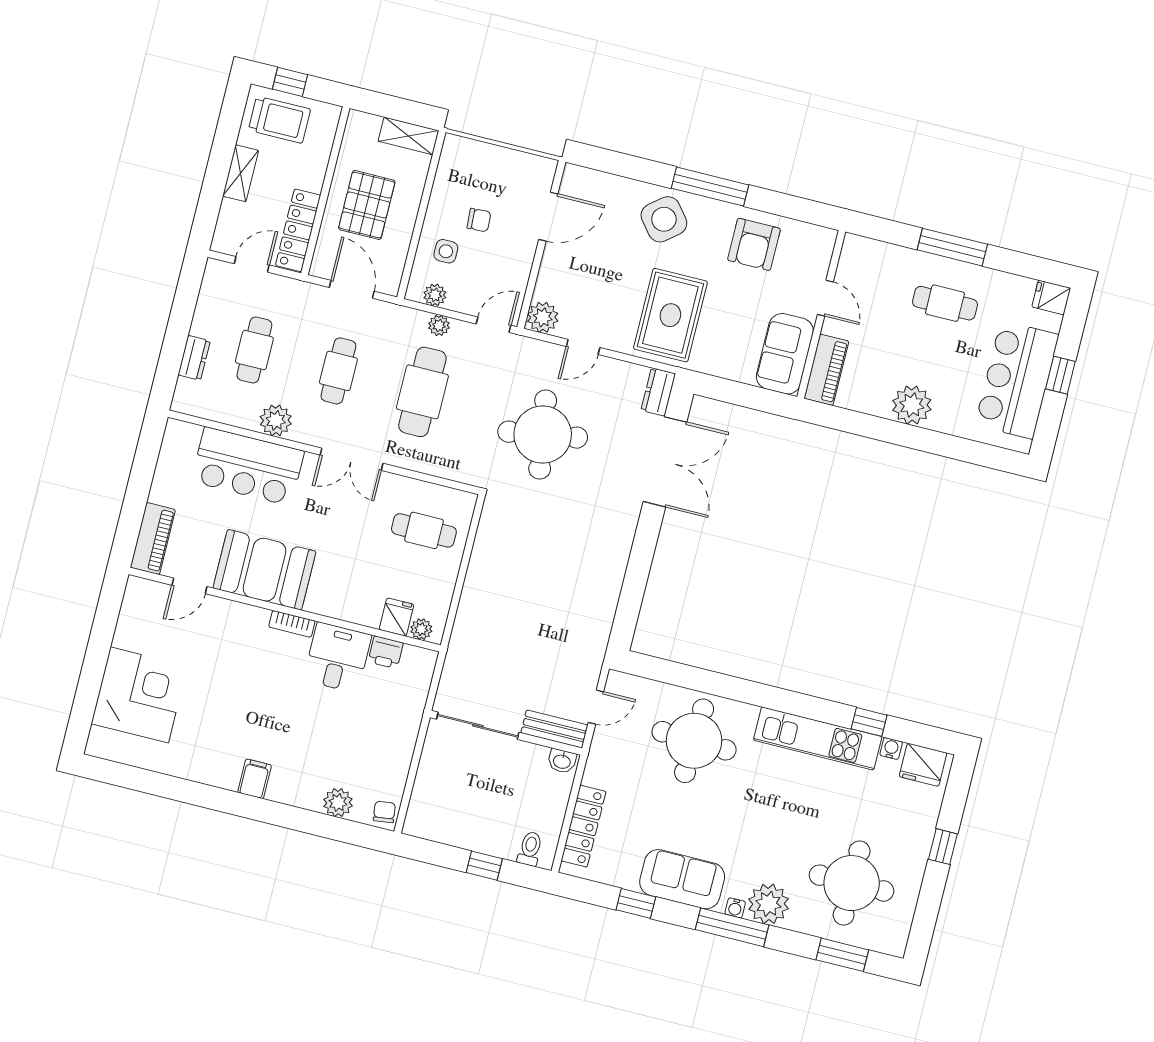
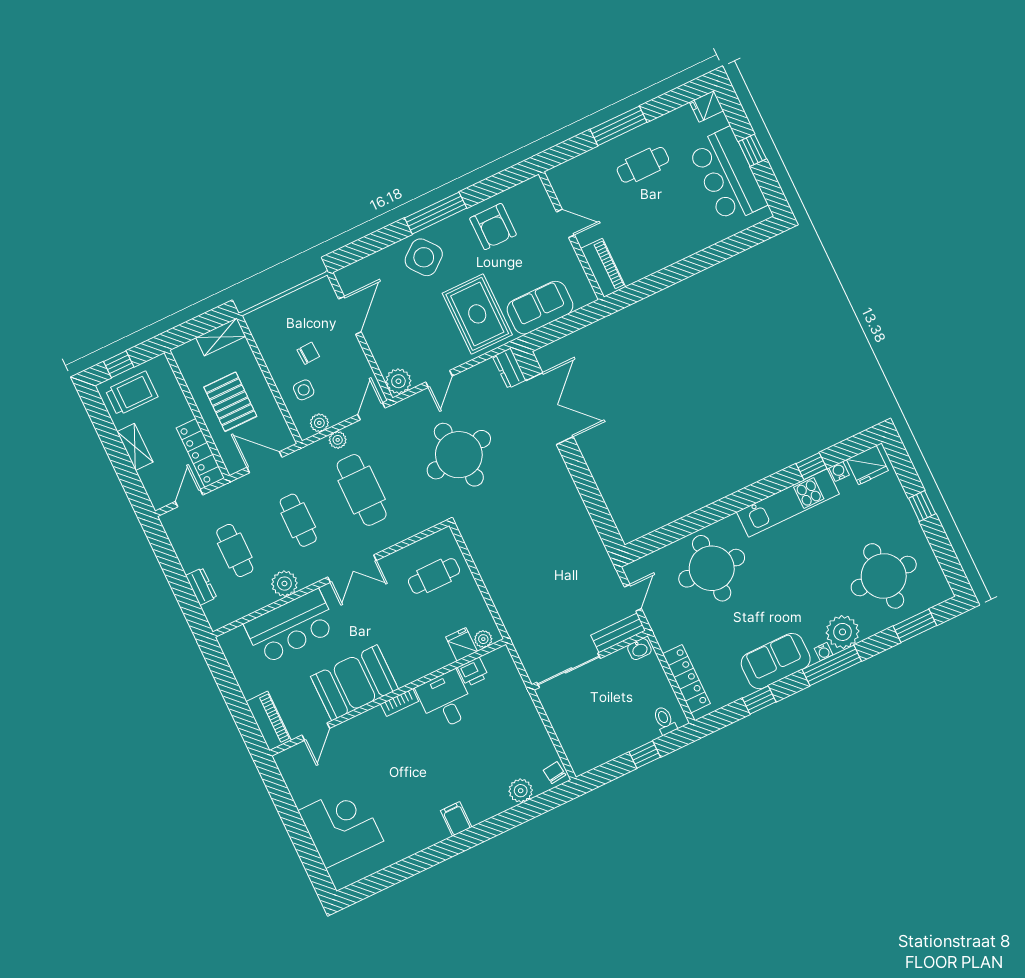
sofa: (785, 354) -> (540, 308), moved, turned 90
plant: (912, 405) -> (675, 246), removed

